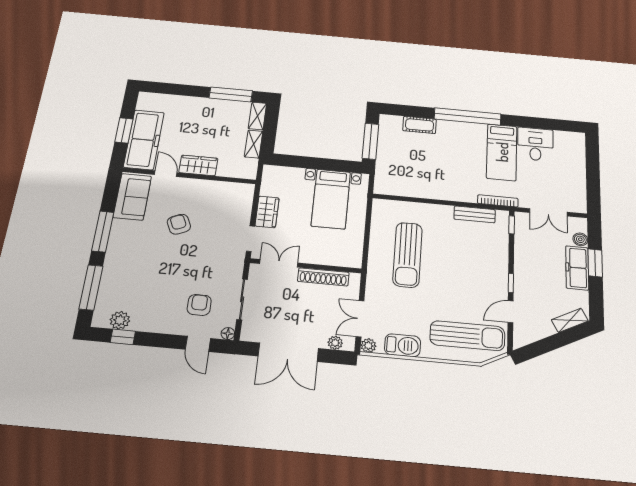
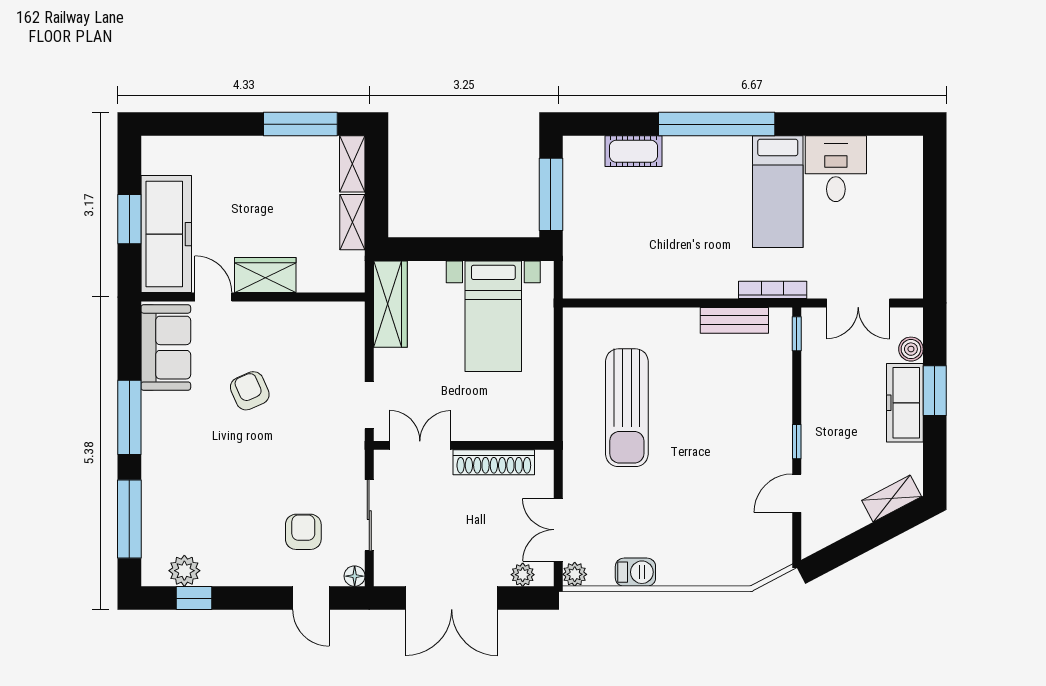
wardrobe: (267, 212) -> (390, 304), moved, width x1.50
sun lounger: (467, 336) -> (729, 542), removed
barbecue: (403, 345) -> (635, 572), width x0.73, depth x0.79

